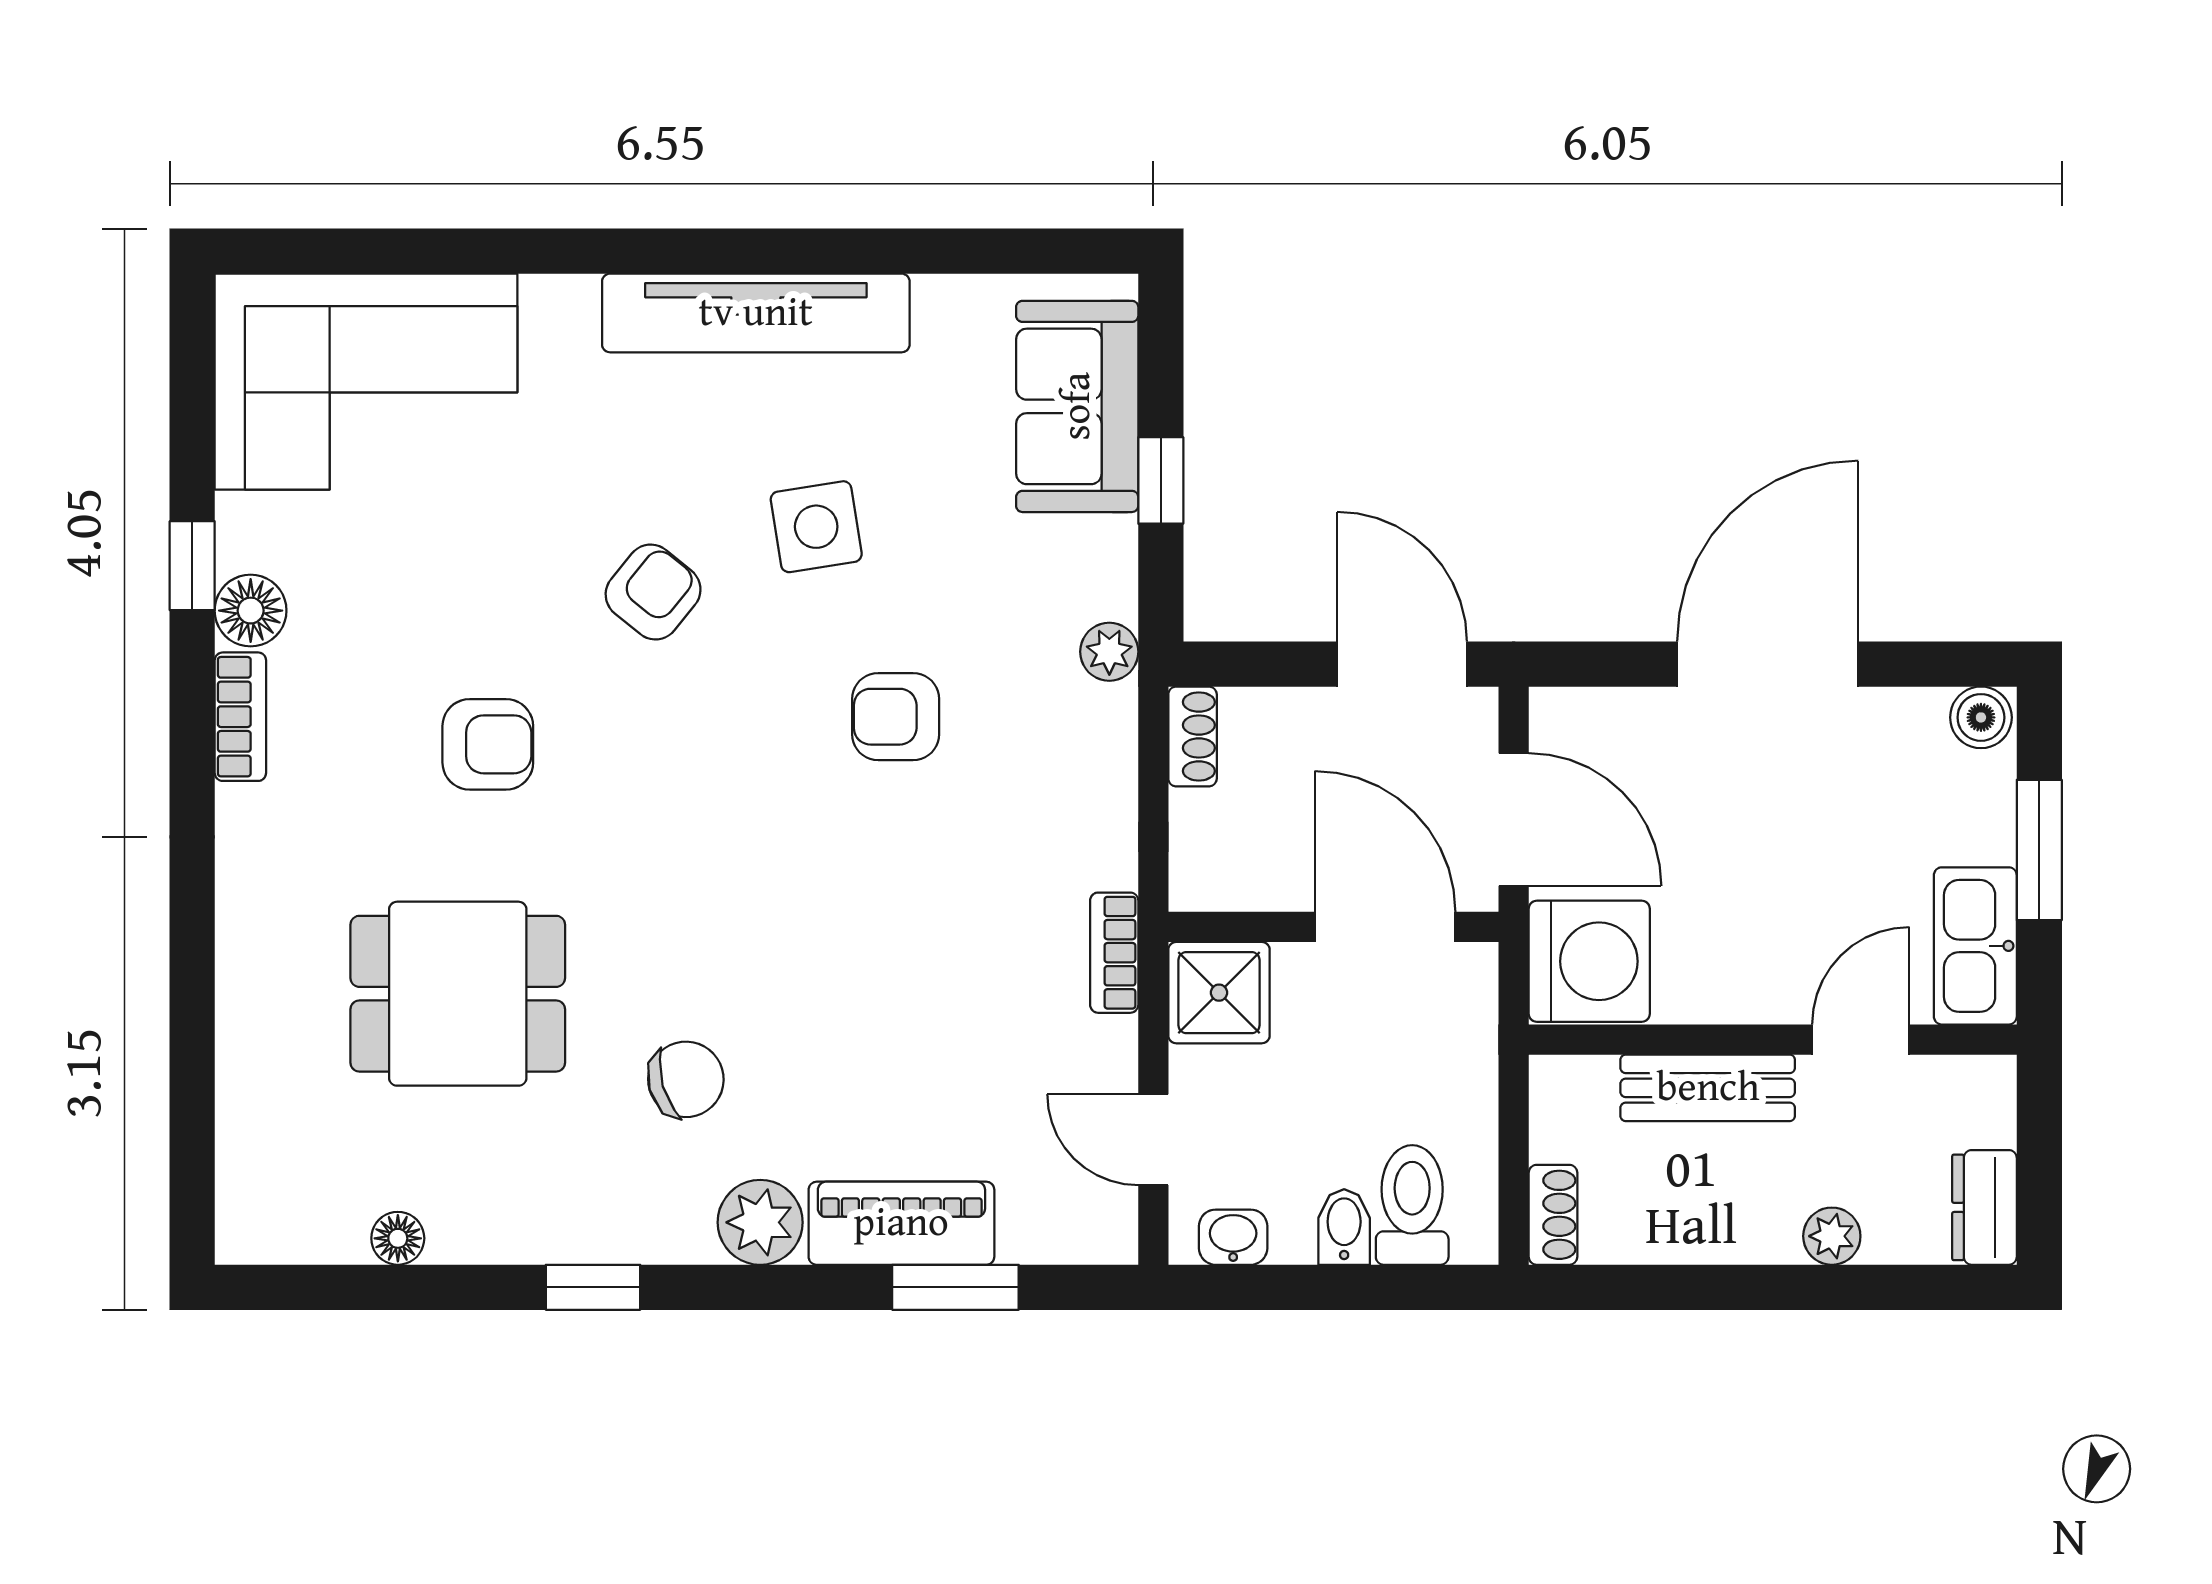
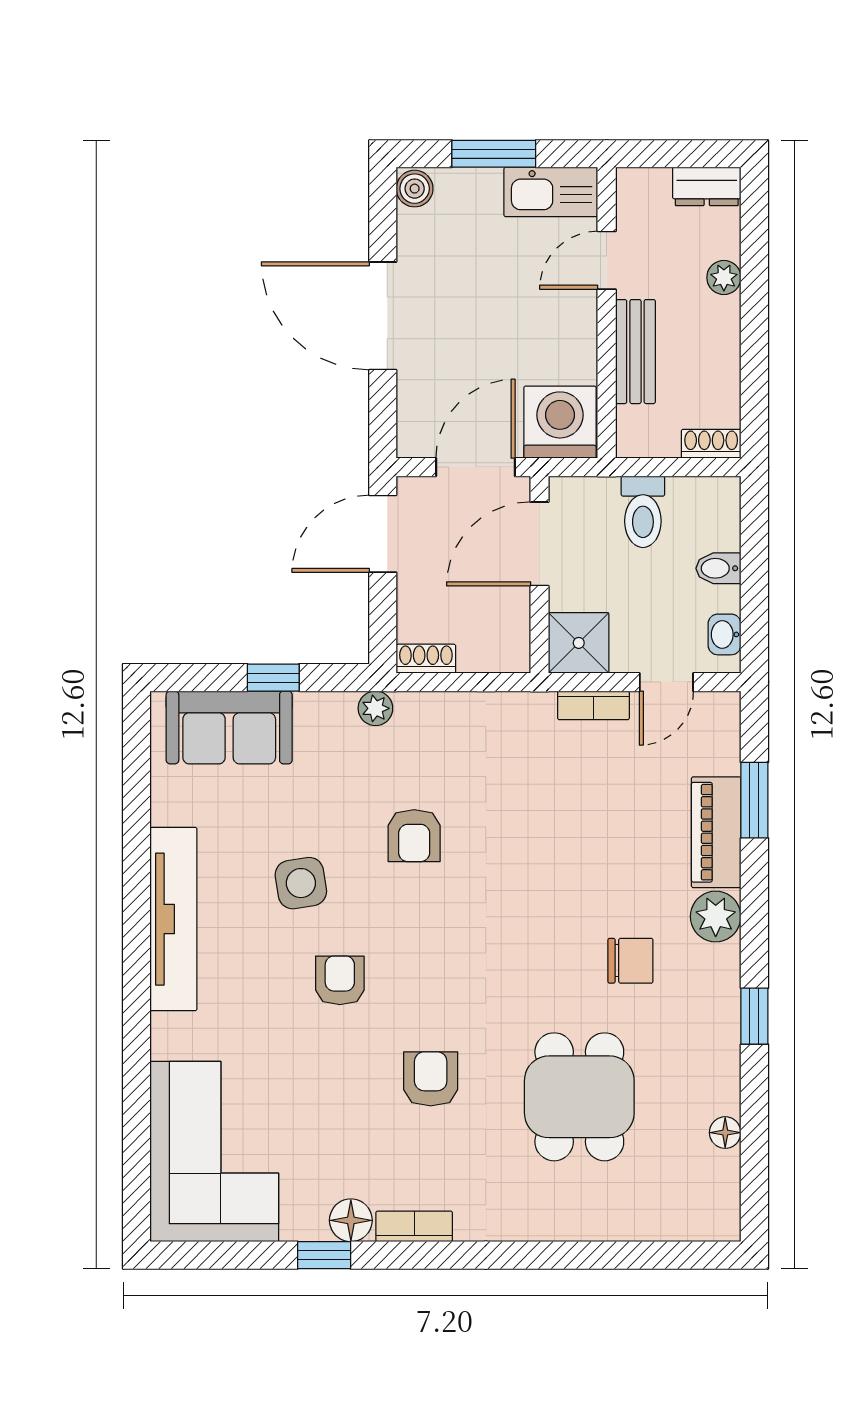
armchair: (653, 592) -> (340, 980), turned 51
bookcase: (1114, 953) -> (593, 705), moved
door: (1861, 1040) -> (607, 260), hinge flipped
chair: (686, 1079) -> (630, 961), turned 106
toilet: (1412, 1205) -> (643, 512), moved, turned -90

